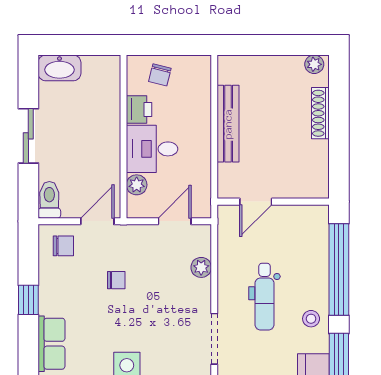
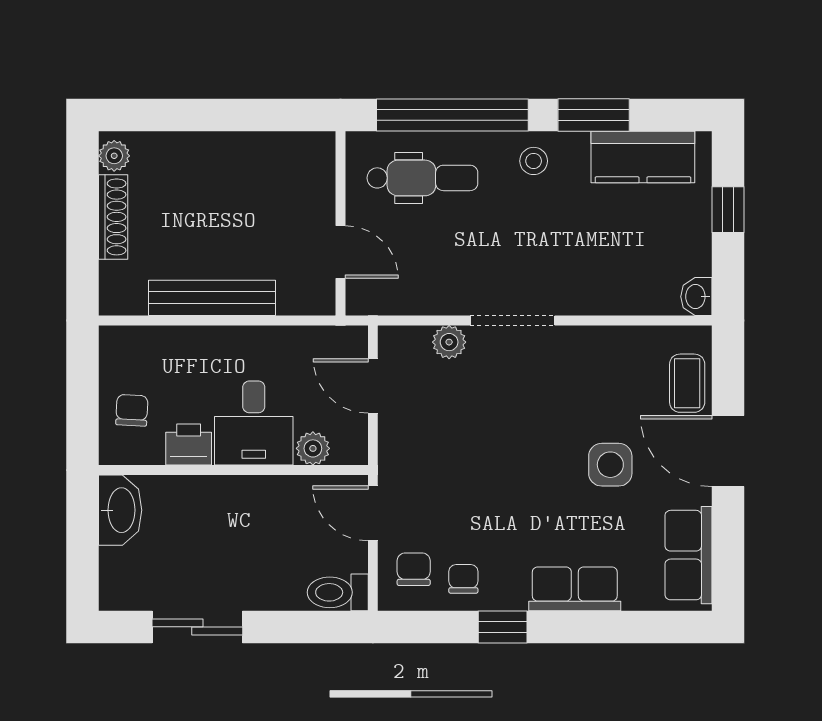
washbasin: (59, 68) -> (120, 510), moved
chair: (160, 75) -> (132, 410), turned -101
shoe rack: (320, 113) -> (113, 217), moved, turned -90
sliding door: (28, 136) -> (197, 627), moved
chair: (116, 280) -> (463, 579), moved
dental chair: (265, 297) -> (422, 178), moved
doorway: (214, 339) -> (512, 320), moved

